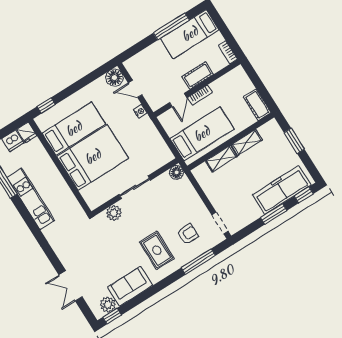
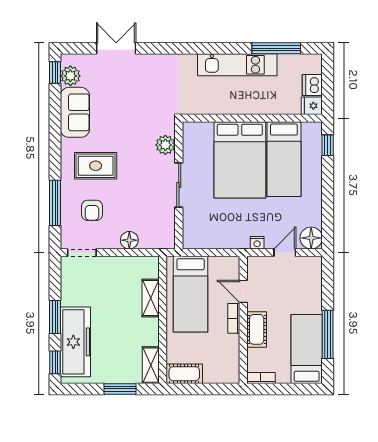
shelving: (247, 142) -> (151, 365), moved
floor lamp: (176, 172) -> (129, 240), moved

